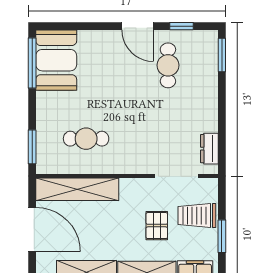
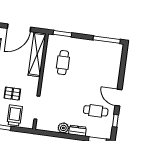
door: (138, 26) -> (118, 98), hinge flipped
booth: (56, 60) -> (106, 53), removed
plant: (208, 122) -> (63, 128), added
dresser: (209, 149) -> (77, 131), moved

